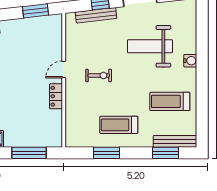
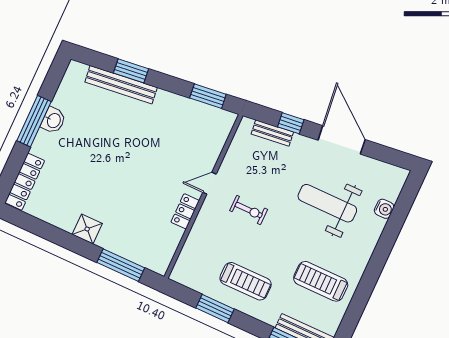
bench: (96, 15) -> (272, 133), width x0.73
water cooler: (190, 61) -> (384, 209), moved
treadmill: (119, 125) -> (246, 281), turned 180

